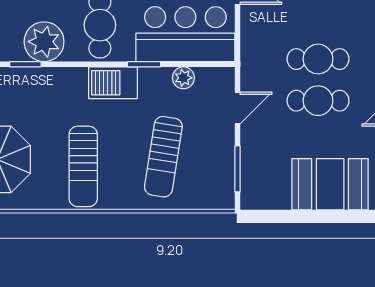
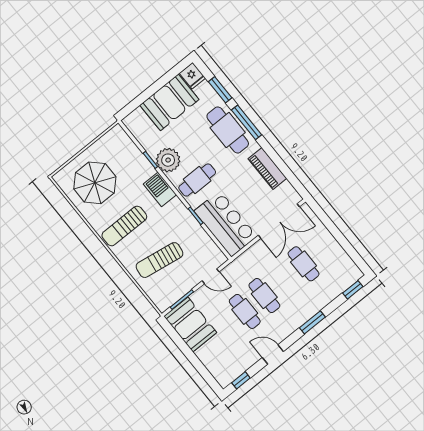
plant: (183, 78) -> (204, 239), removed
barbecue: (113, 83) -> (160, 189), moved
booth: (330, 184) -> (190, 325), moved

